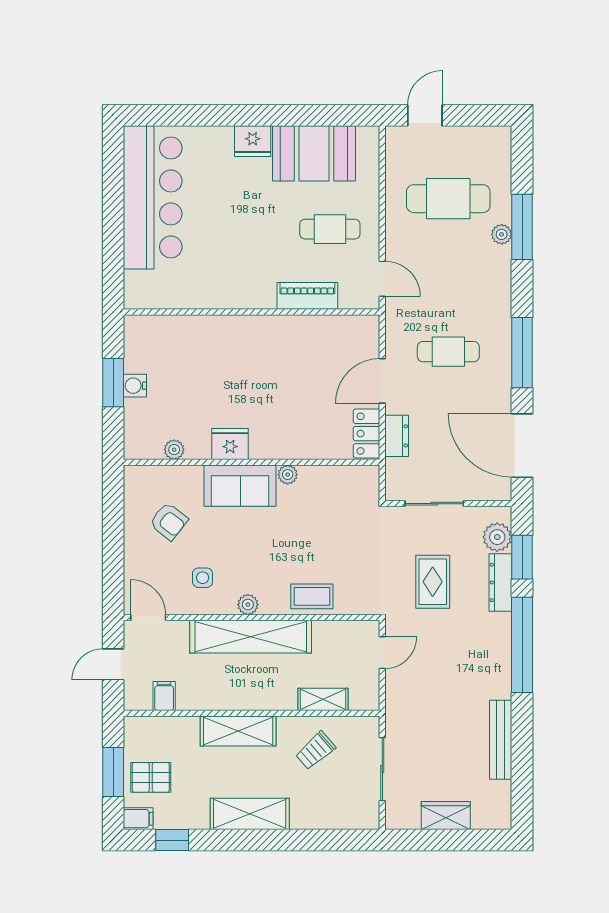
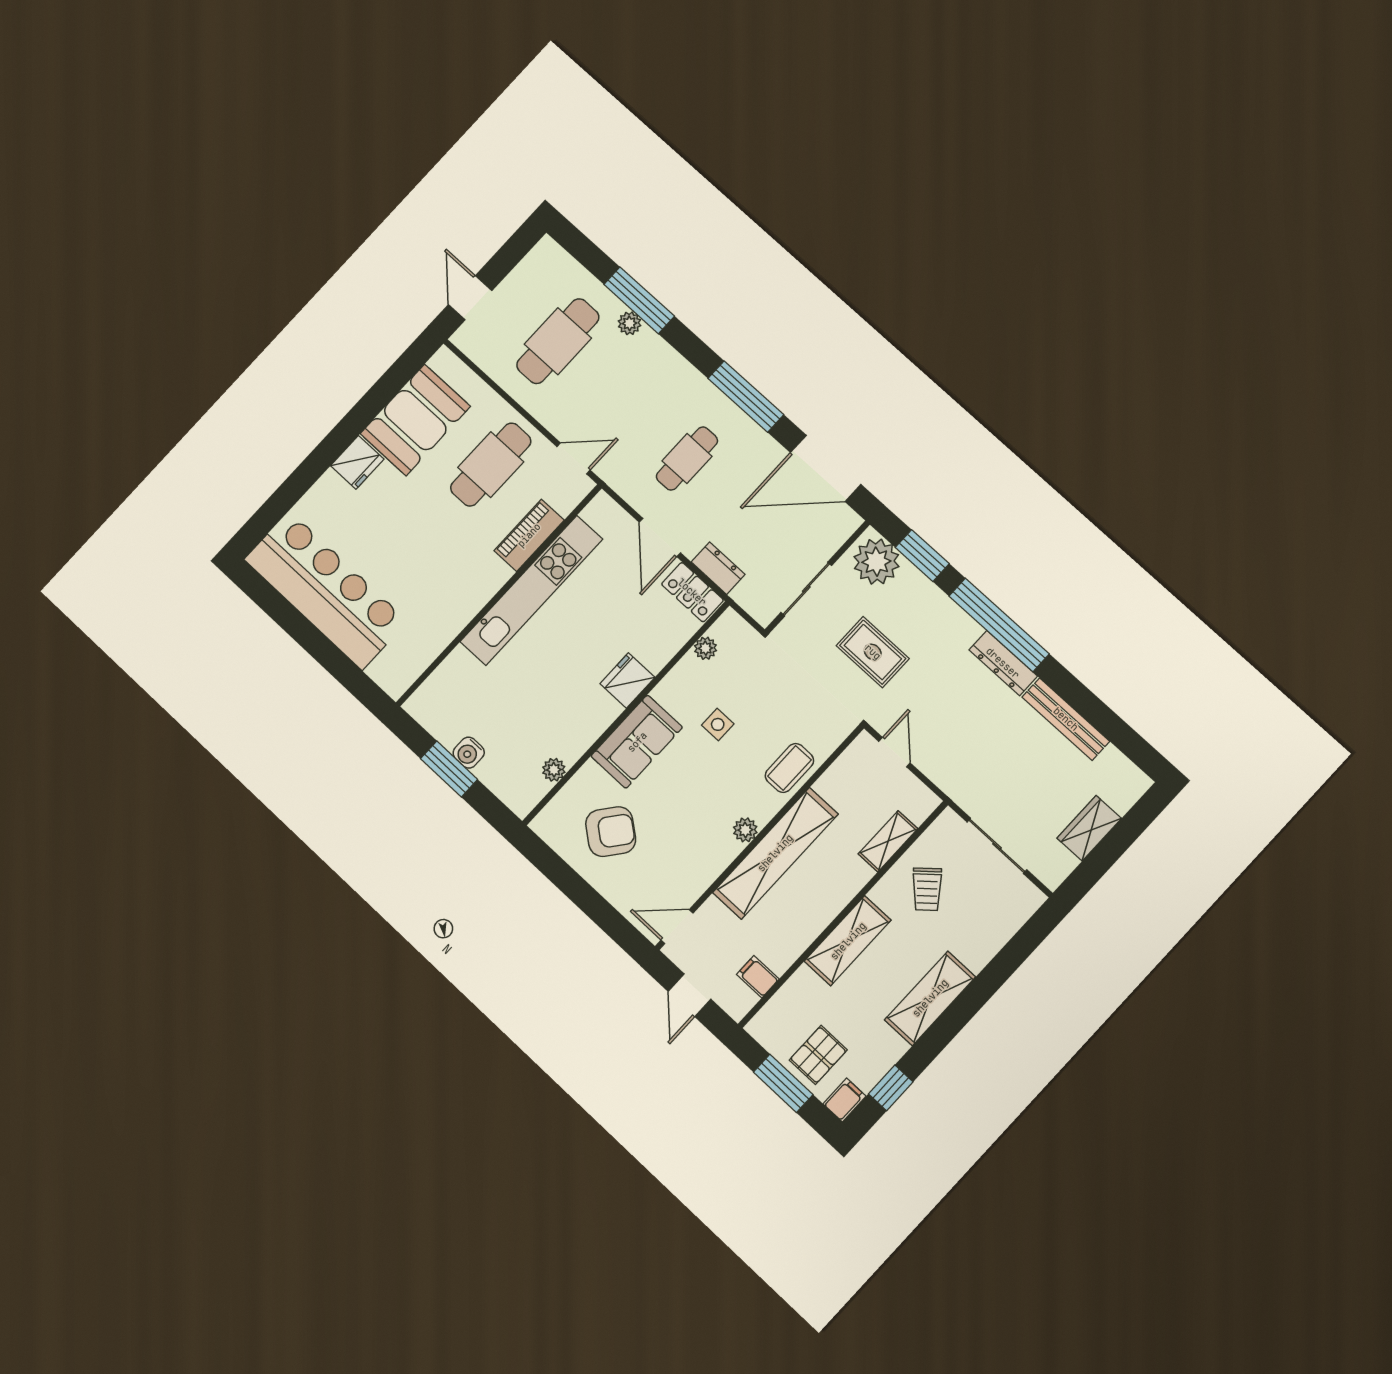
cafe table: (330, 229) -> (491, 465), width x1.37, depth x1.35
kitchen unit: (274, 330) -> (531, 590), added
fridge: (230, 444) -> (627, 680), moved
plant: (288, 475) -> (705, 648), moved
armchair: (169, 521) -> (611, 832), width x1.38, depth x1.38
plant: (497, 537) -> (876, 562), width x1.36, depth x1.36
side table: (203, 578) -> (718, 724), moved
dresser: (500, 582) -> (1003, 663), moved

